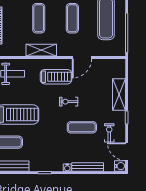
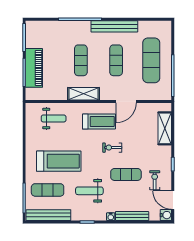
shelving: (119, 95) -> (165, 128), moved
weight bench: (47, 143) -> (89, 191), added

